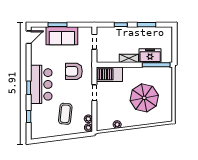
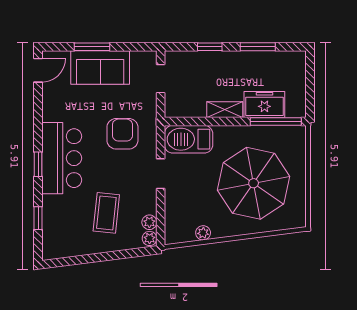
armchair: (74, 71) -> (122, 134), turned 90
parasol: (144, 98) -> (254, 183), width x1.36, depth x1.36

